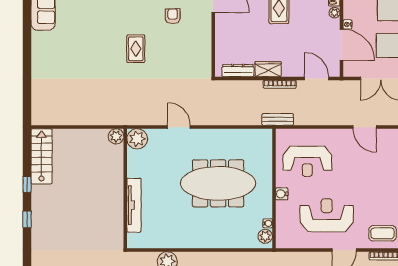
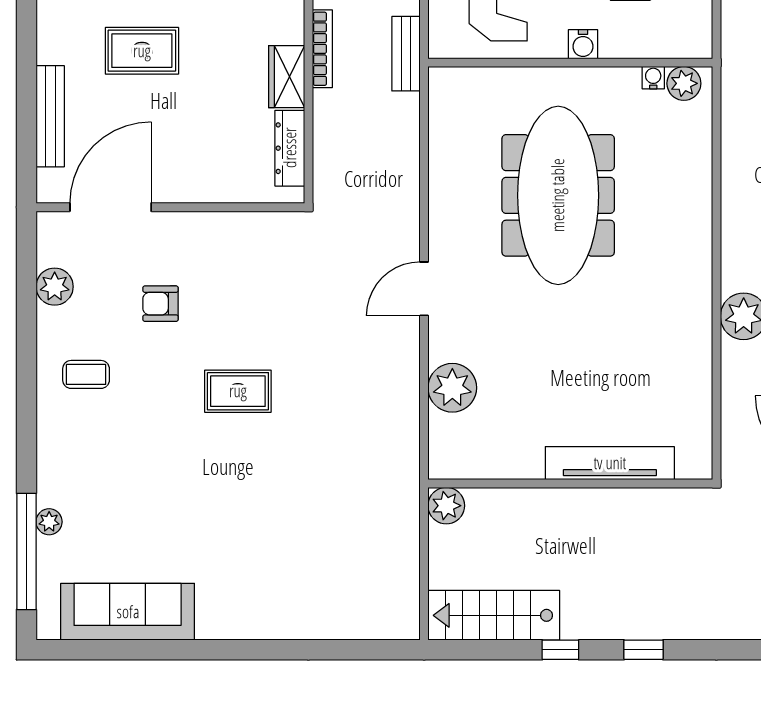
plant: (116, 136) -> (446, 506), moved
wall: (125, 188) -> (570, 483), moved
tv unit: (134, 205) -> (610, 463), moved

